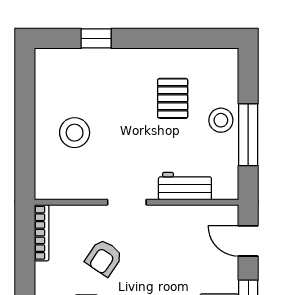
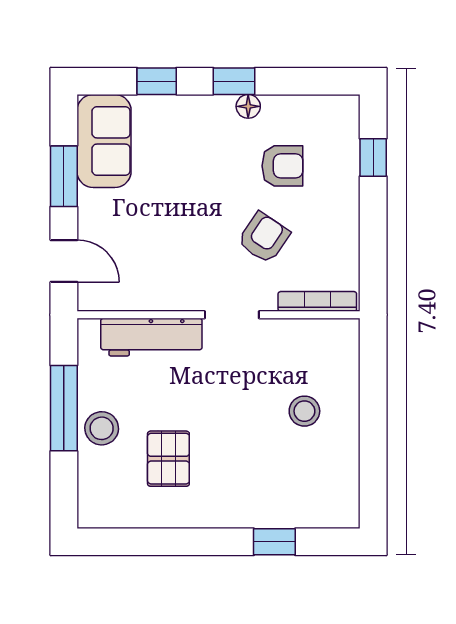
stool: (75, 133) -> (304, 411), width x0.73, depth x0.73
workbench: (185, 186) -> (151, 337), width x1.38
bookcase: (42, 233) -> (317, 301), moved, turned 90

